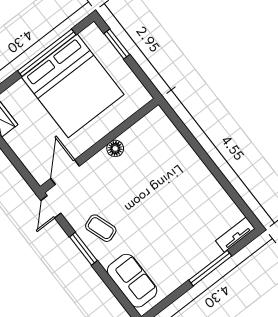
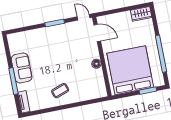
bed: (73, 86) -> (130, 70), moved, turned 90
coffee table: (101, 228) -> (60, 91), moved
sofa: (132, 281) -> (22, 68), moved, turned -90

